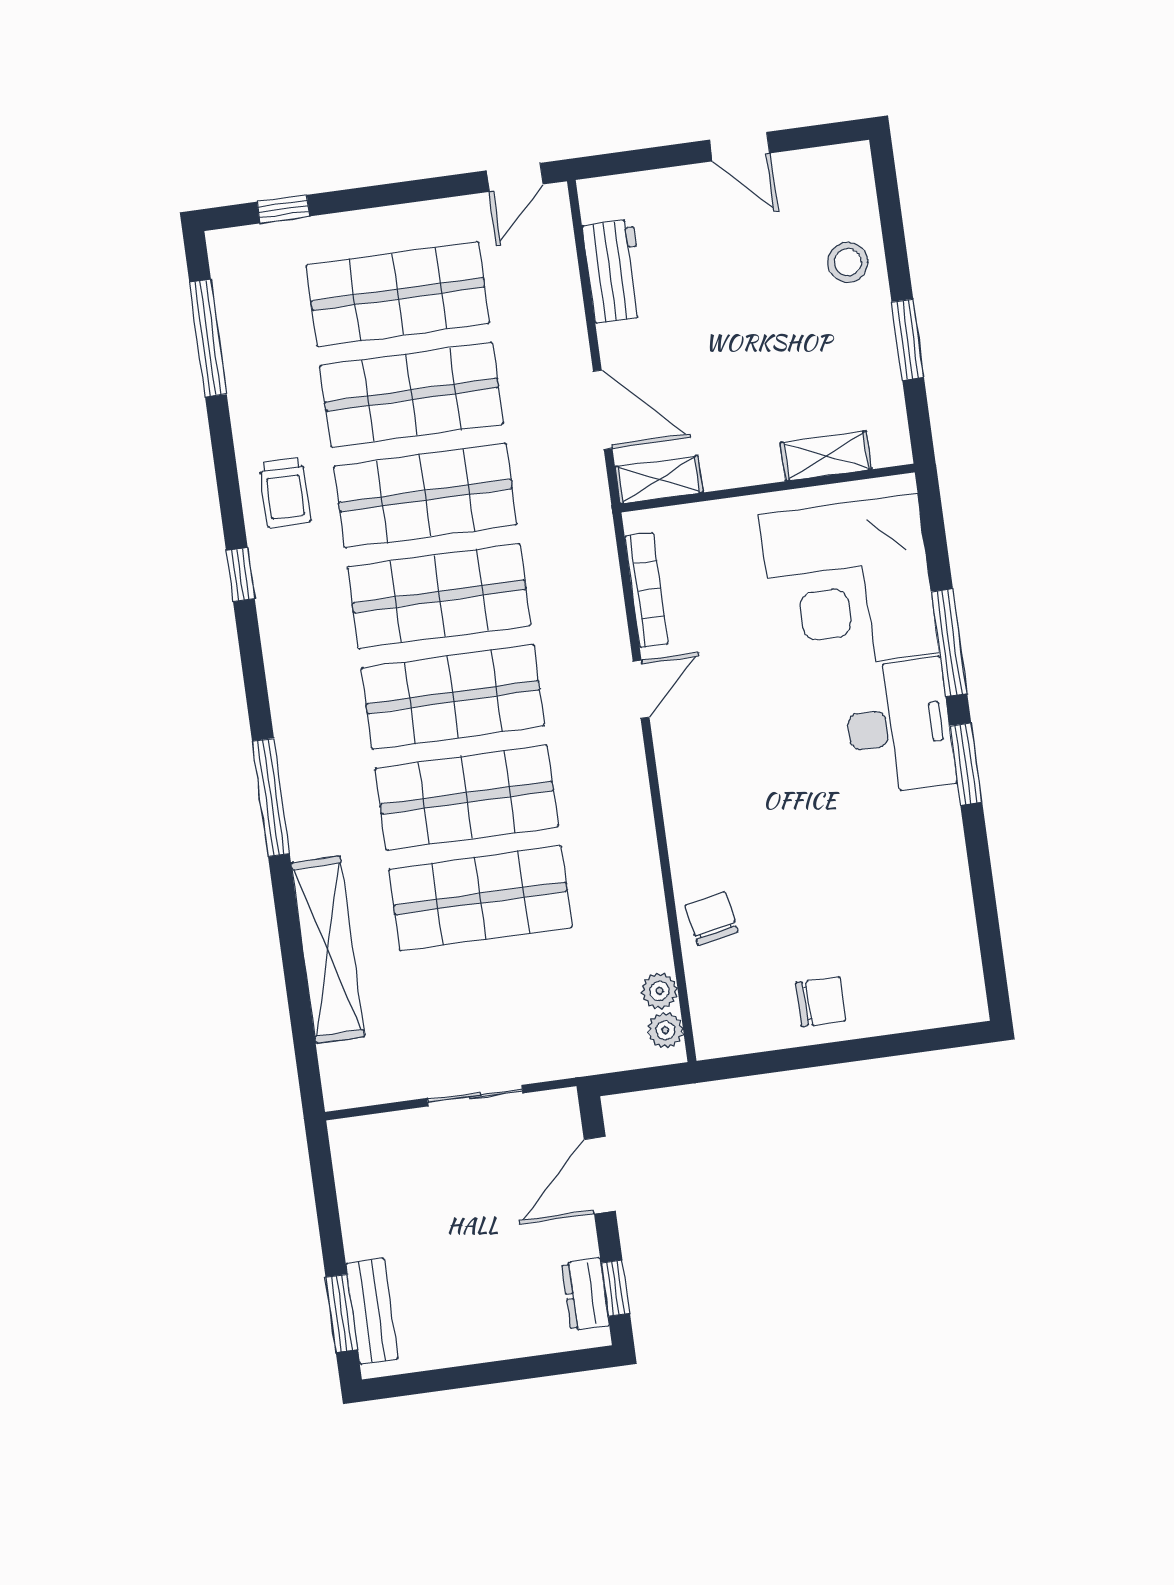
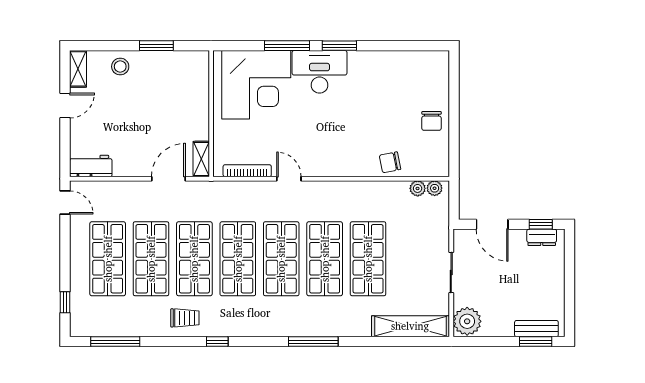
workbench: (614, 271) -> (91, 166), moved
shelving: (826, 456) -> (78, 69), moved
shelving: (328, 950) -> (410, 326), moved
chair: (821, 1002) -> (432, 121), turned 180
plant: (367, 1148) -> (467, 321), added

